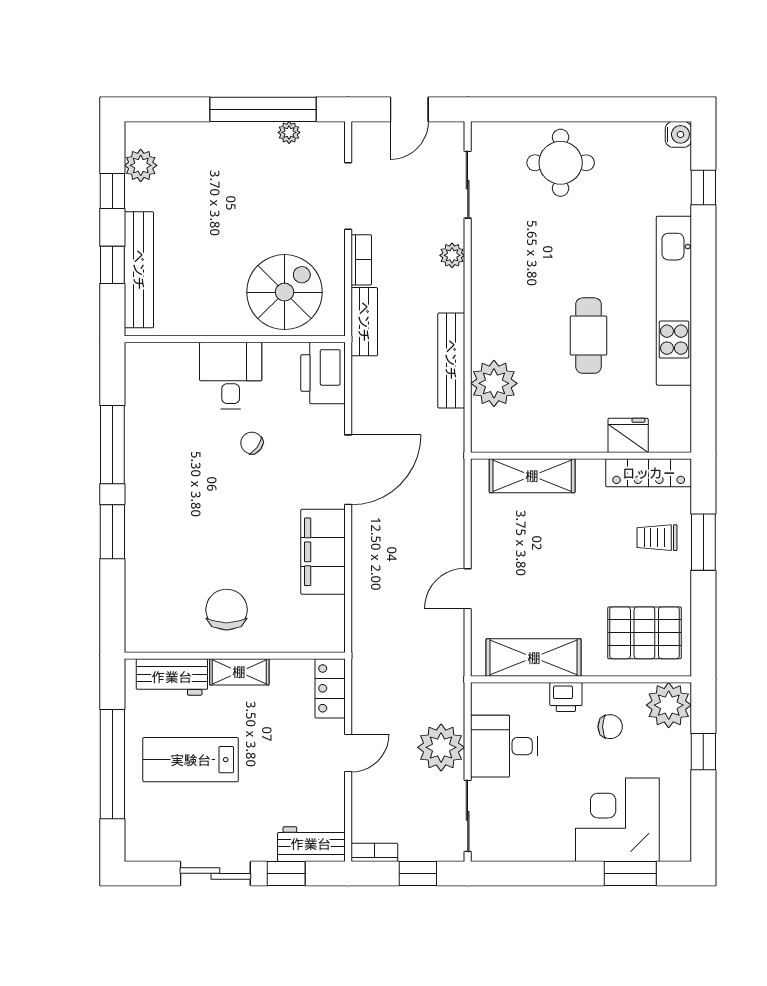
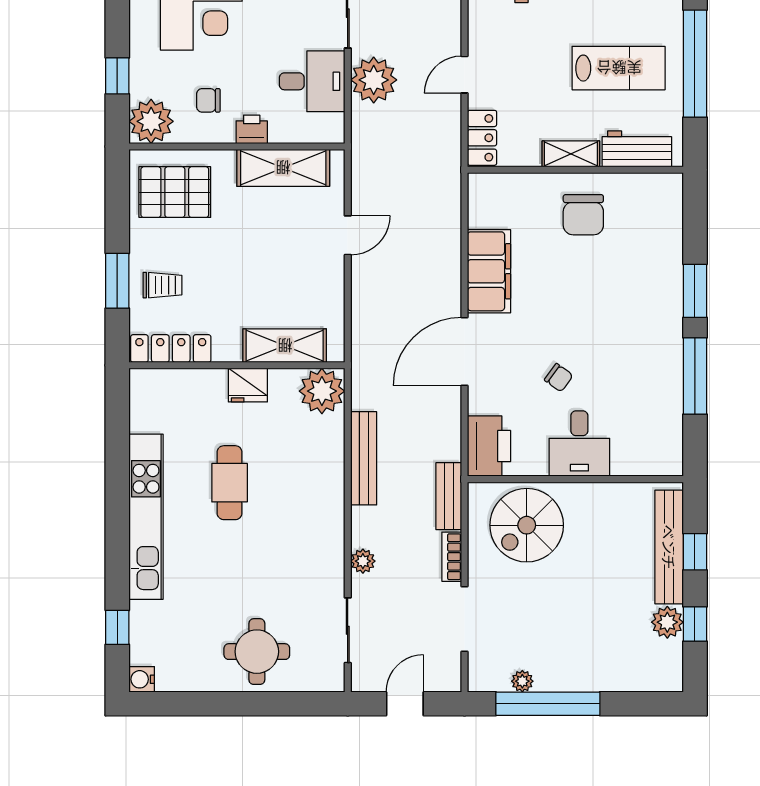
plant: (141, 165) -> (667, 622), moved
plant: (494, 383) -> (322, 391), moved
fridge: (628, 435) -> (248, 385), moved

